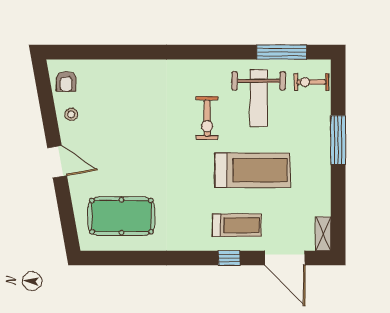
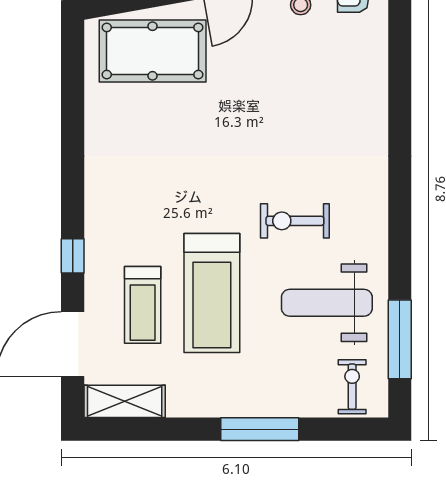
pool table: (121, 216) -> (153, 51), moved, turned 90
treadmill: (237, 225) -> (143, 305), moved
shelving: (323, 234) -> (125, 401), width x1.50, depth x1.33

